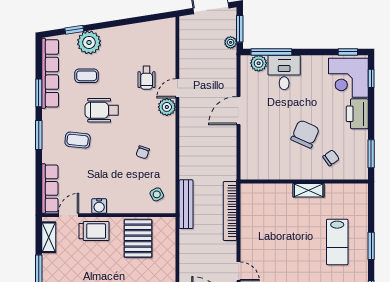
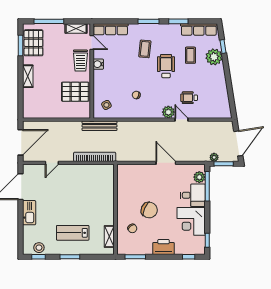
row of seats: (50, 73) -> (199, 29), width x0.73
corner desk: (348, 78) -> (191, 221), moved, turned -90
shelving: (309, 190) -> (109, 237), moved

